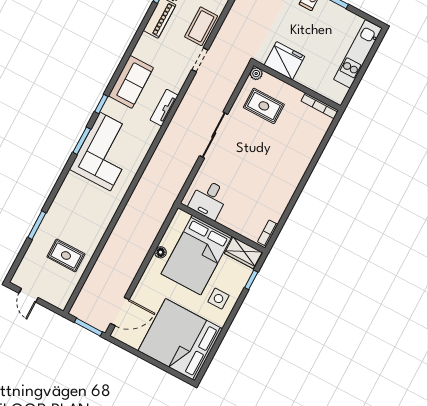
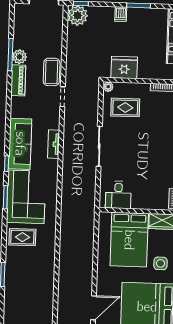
sofa: (131, 82) -> (20, 144), width x1.36
floor lamp: (161, 252) -> (102, 250), removed
rug: (66, 255) -> (22, 237), moved

